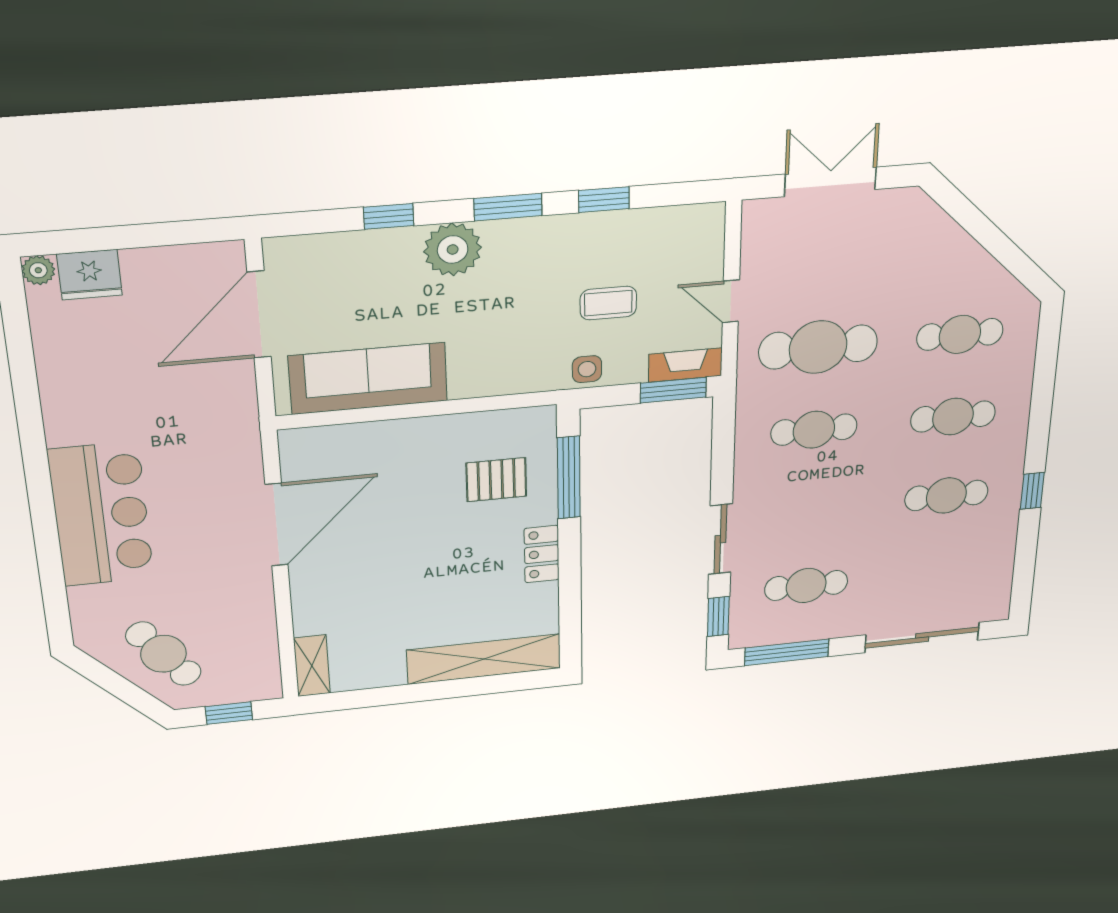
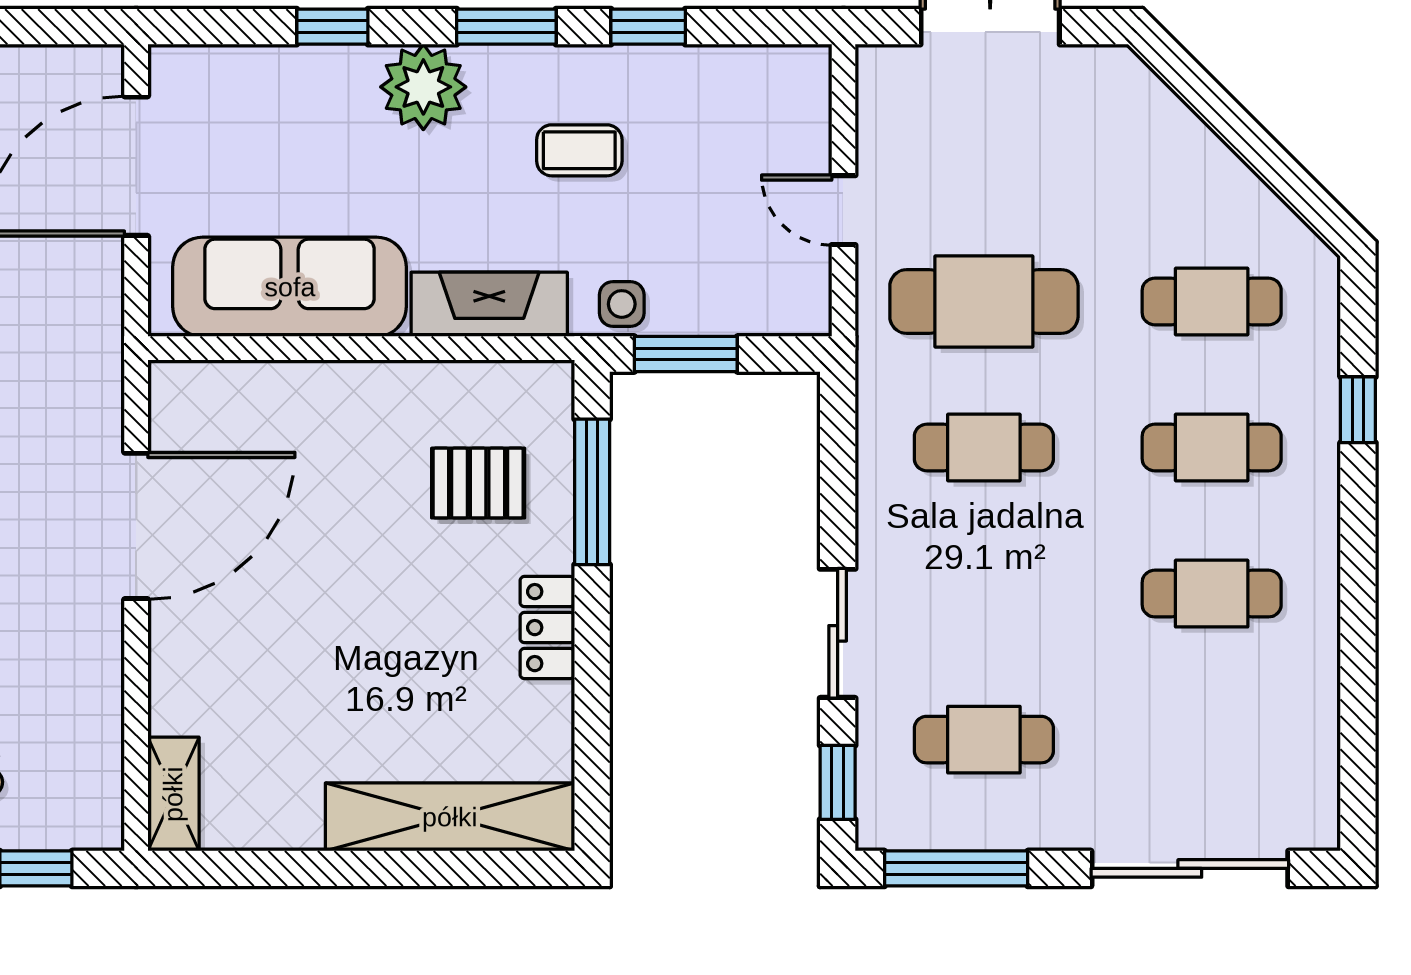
coffee table: (608, 303) -> (579, 150), moved
fireplace: (685, 365) -> (489, 304), moved, width x1.37, depth x1.32
window: (673, 390) -> (686, 354), moved
window: (1032, 491) -> (1358, 410), moved

